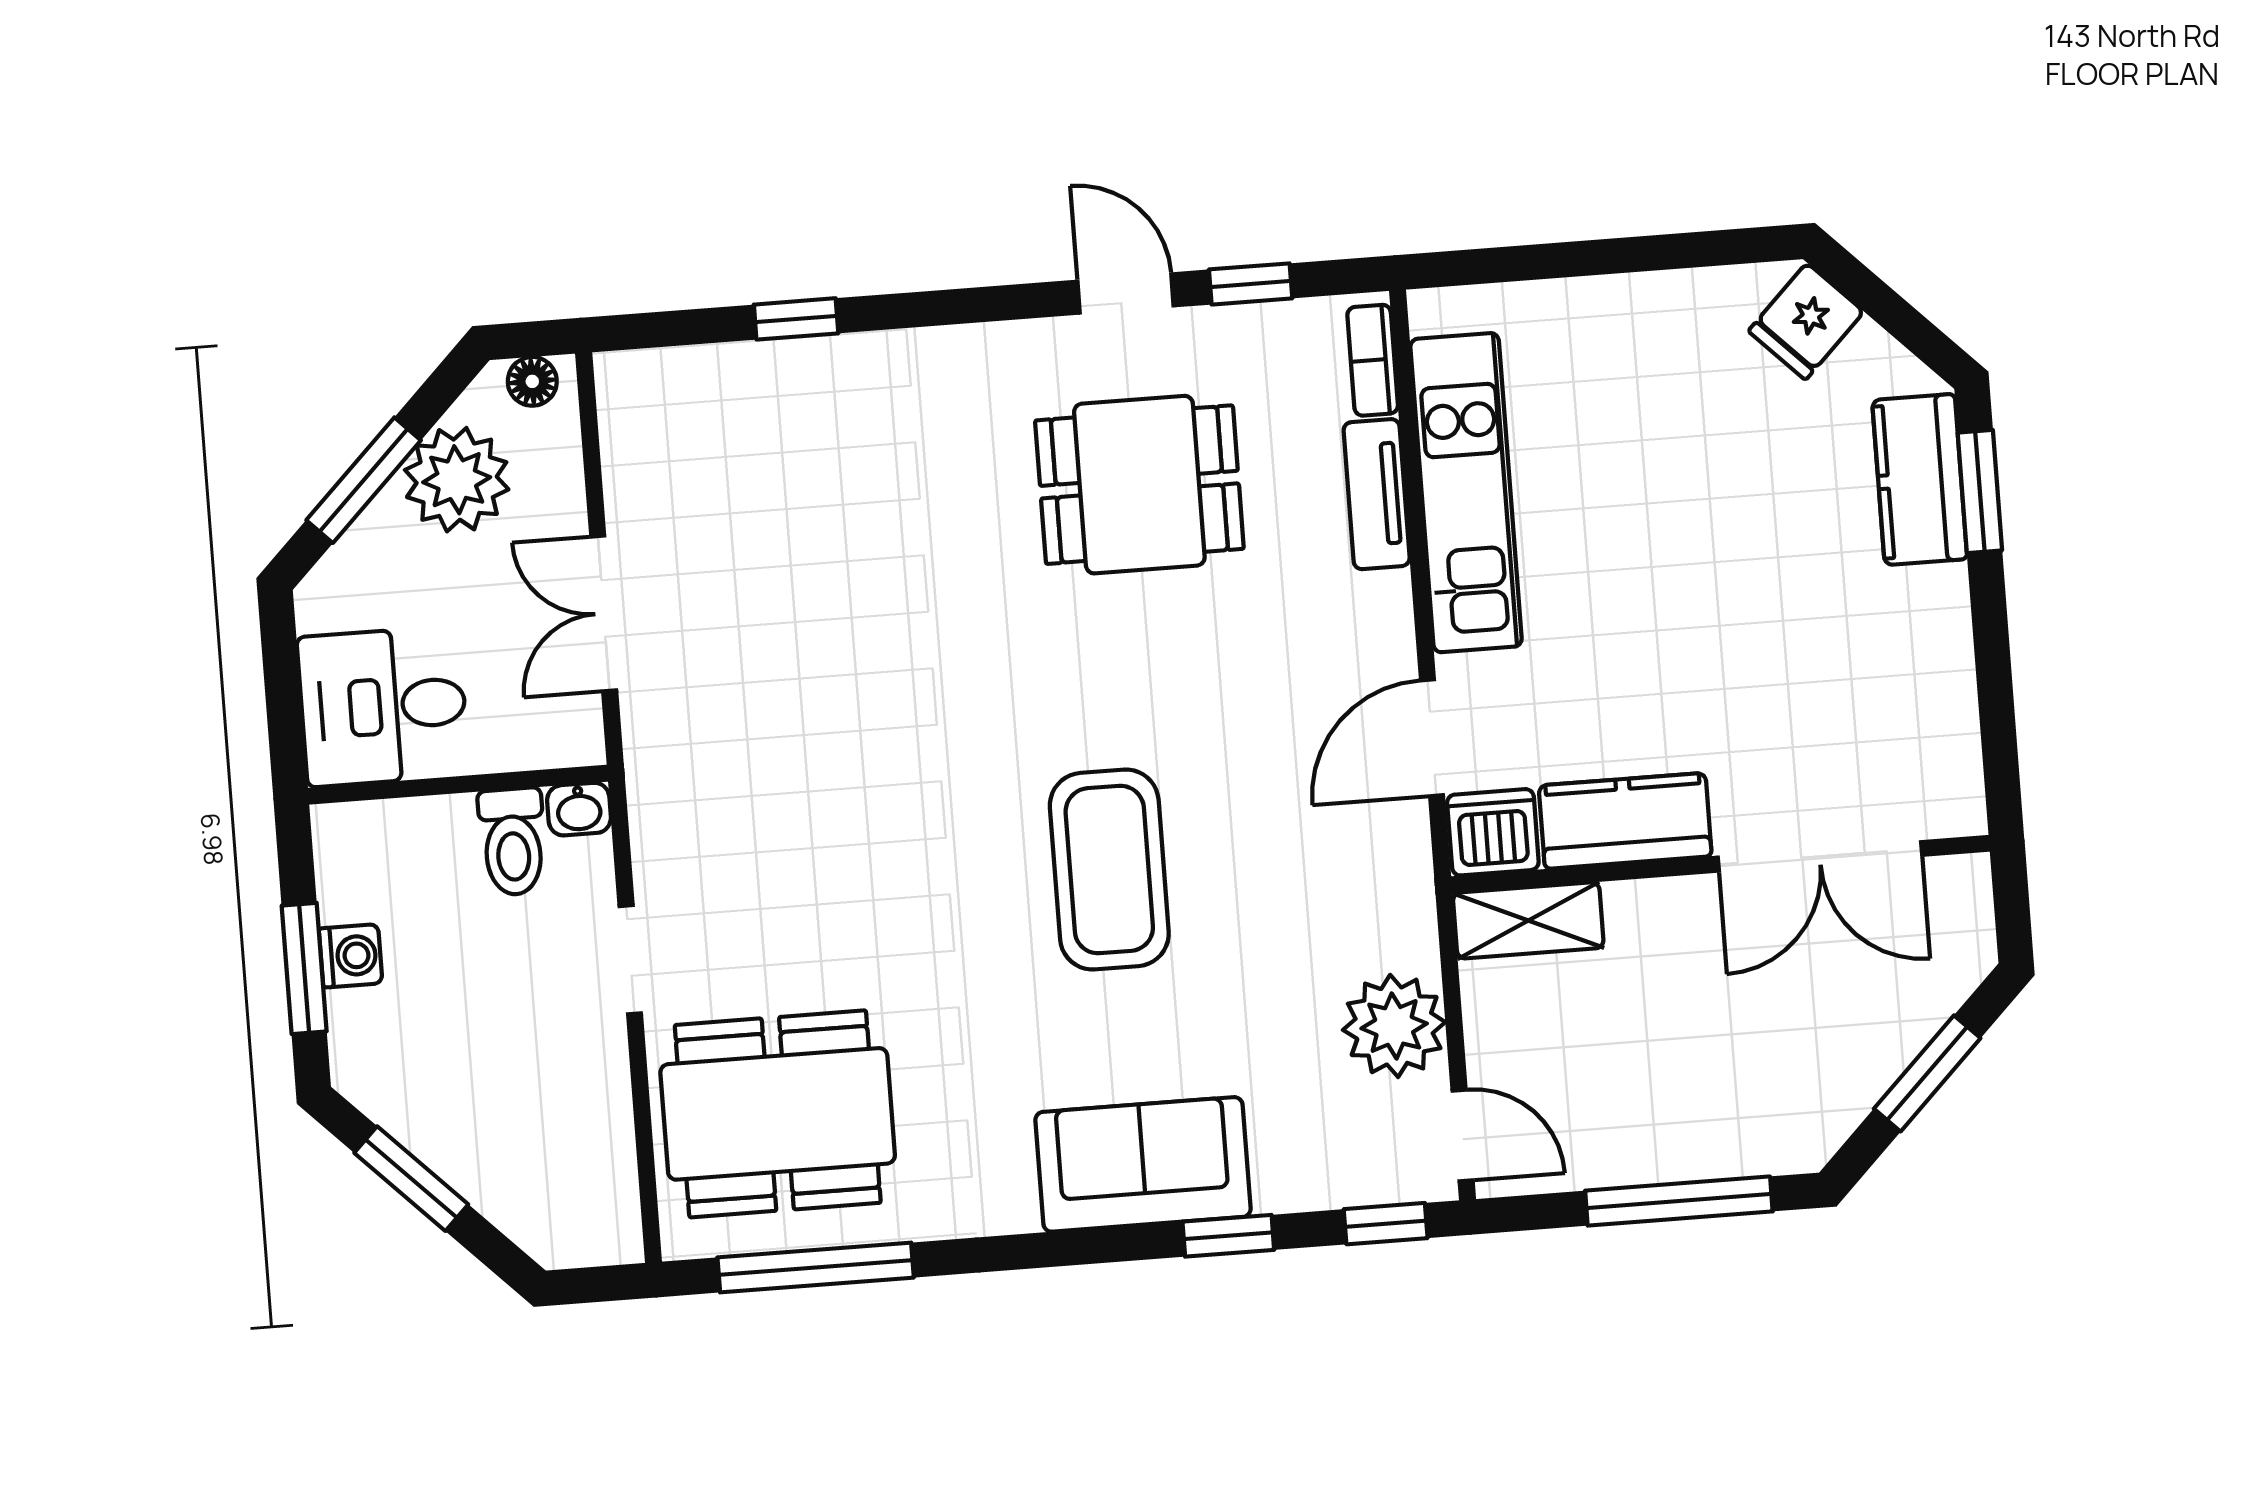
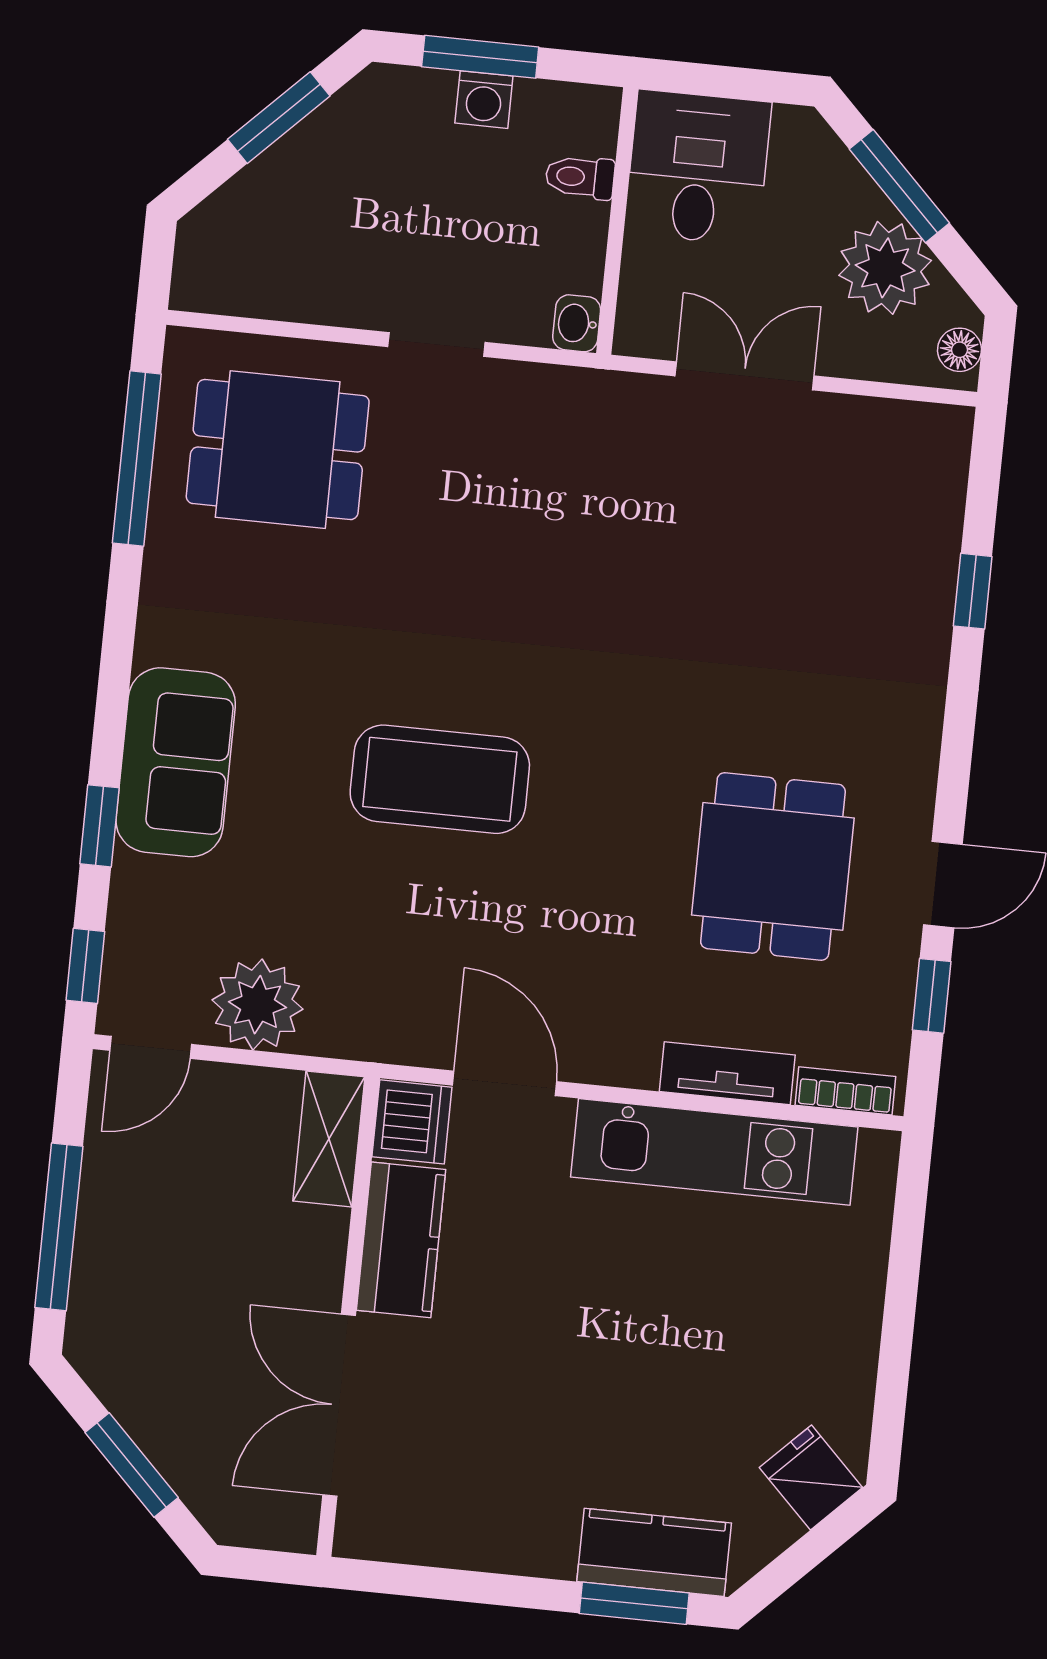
toilet: (513, 842) -> (580, 177), moved, width x0.73, depth x0.72
dining table: (778, 1114) -> (278, 450), width x0.73

